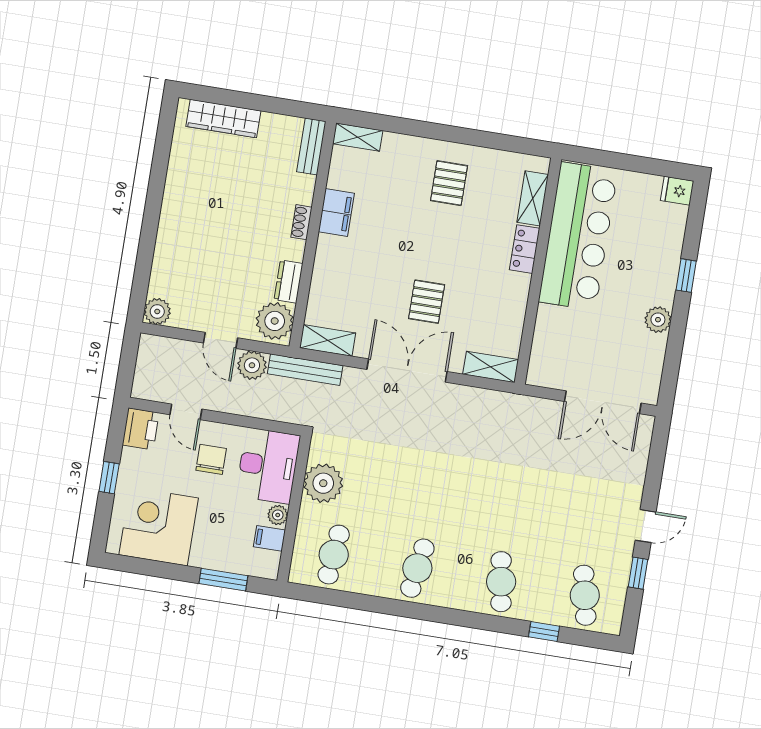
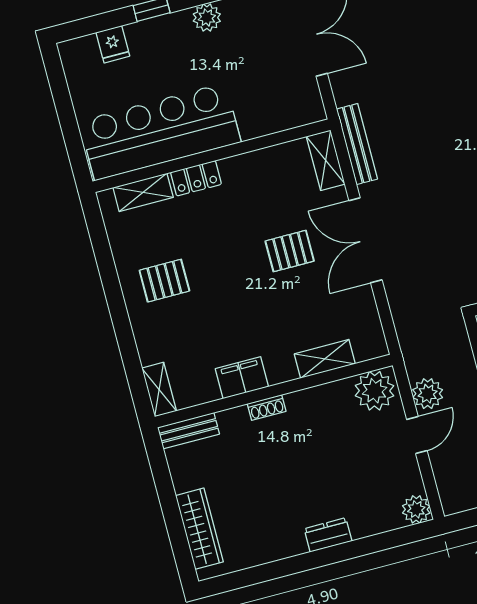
fridge: (677, 191) -> (113, 44), moved
dresser: (288, 282) -> (328, 535), moved, turned 180
shelving: (328, 340) -> (325, 359), moved, turned 90
bench: (305, 370) -> (357, 144), moved

